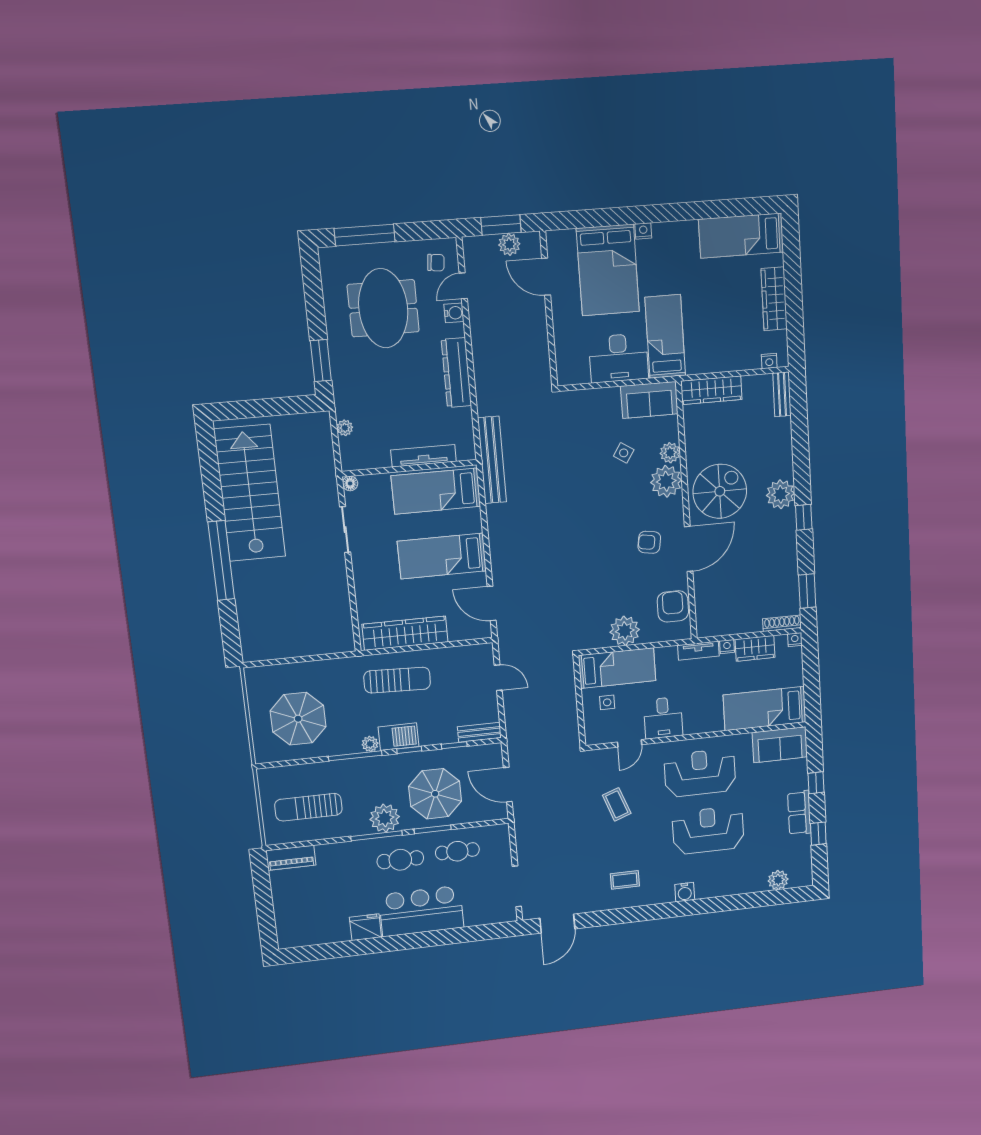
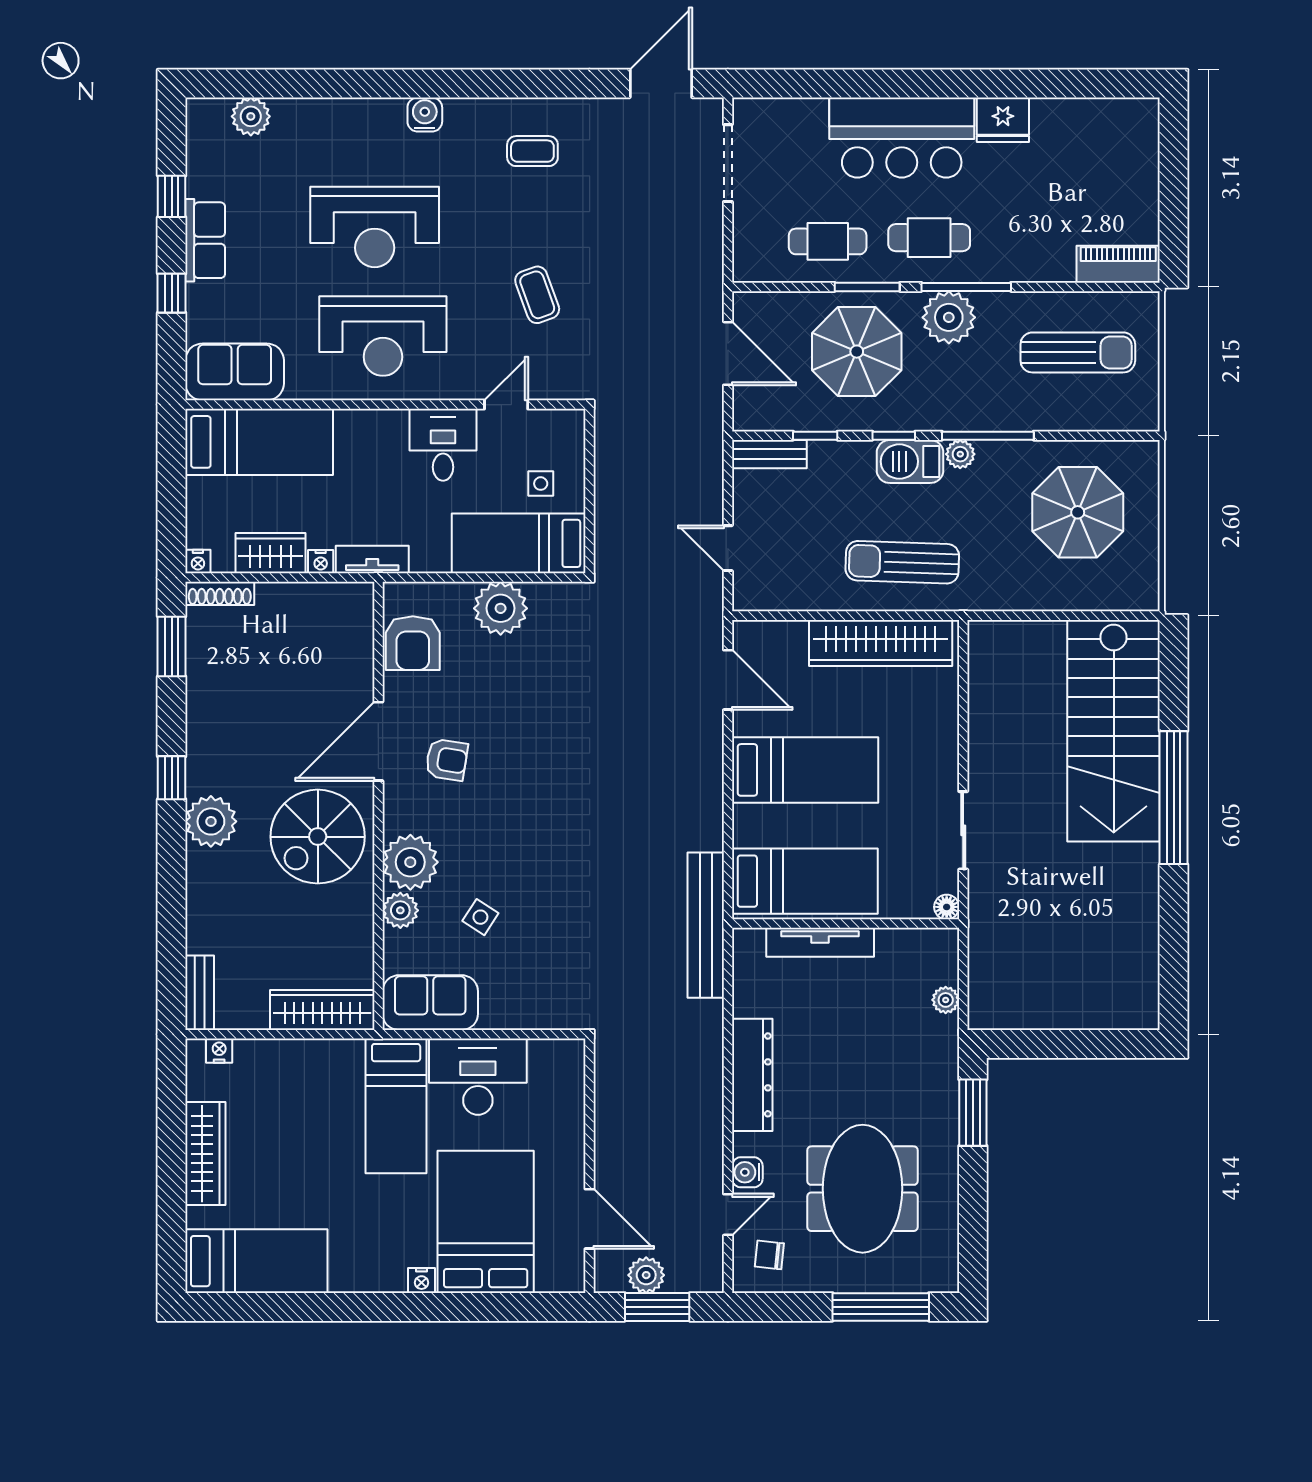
stairs: (250, 493) -> (1114, 731), moved

